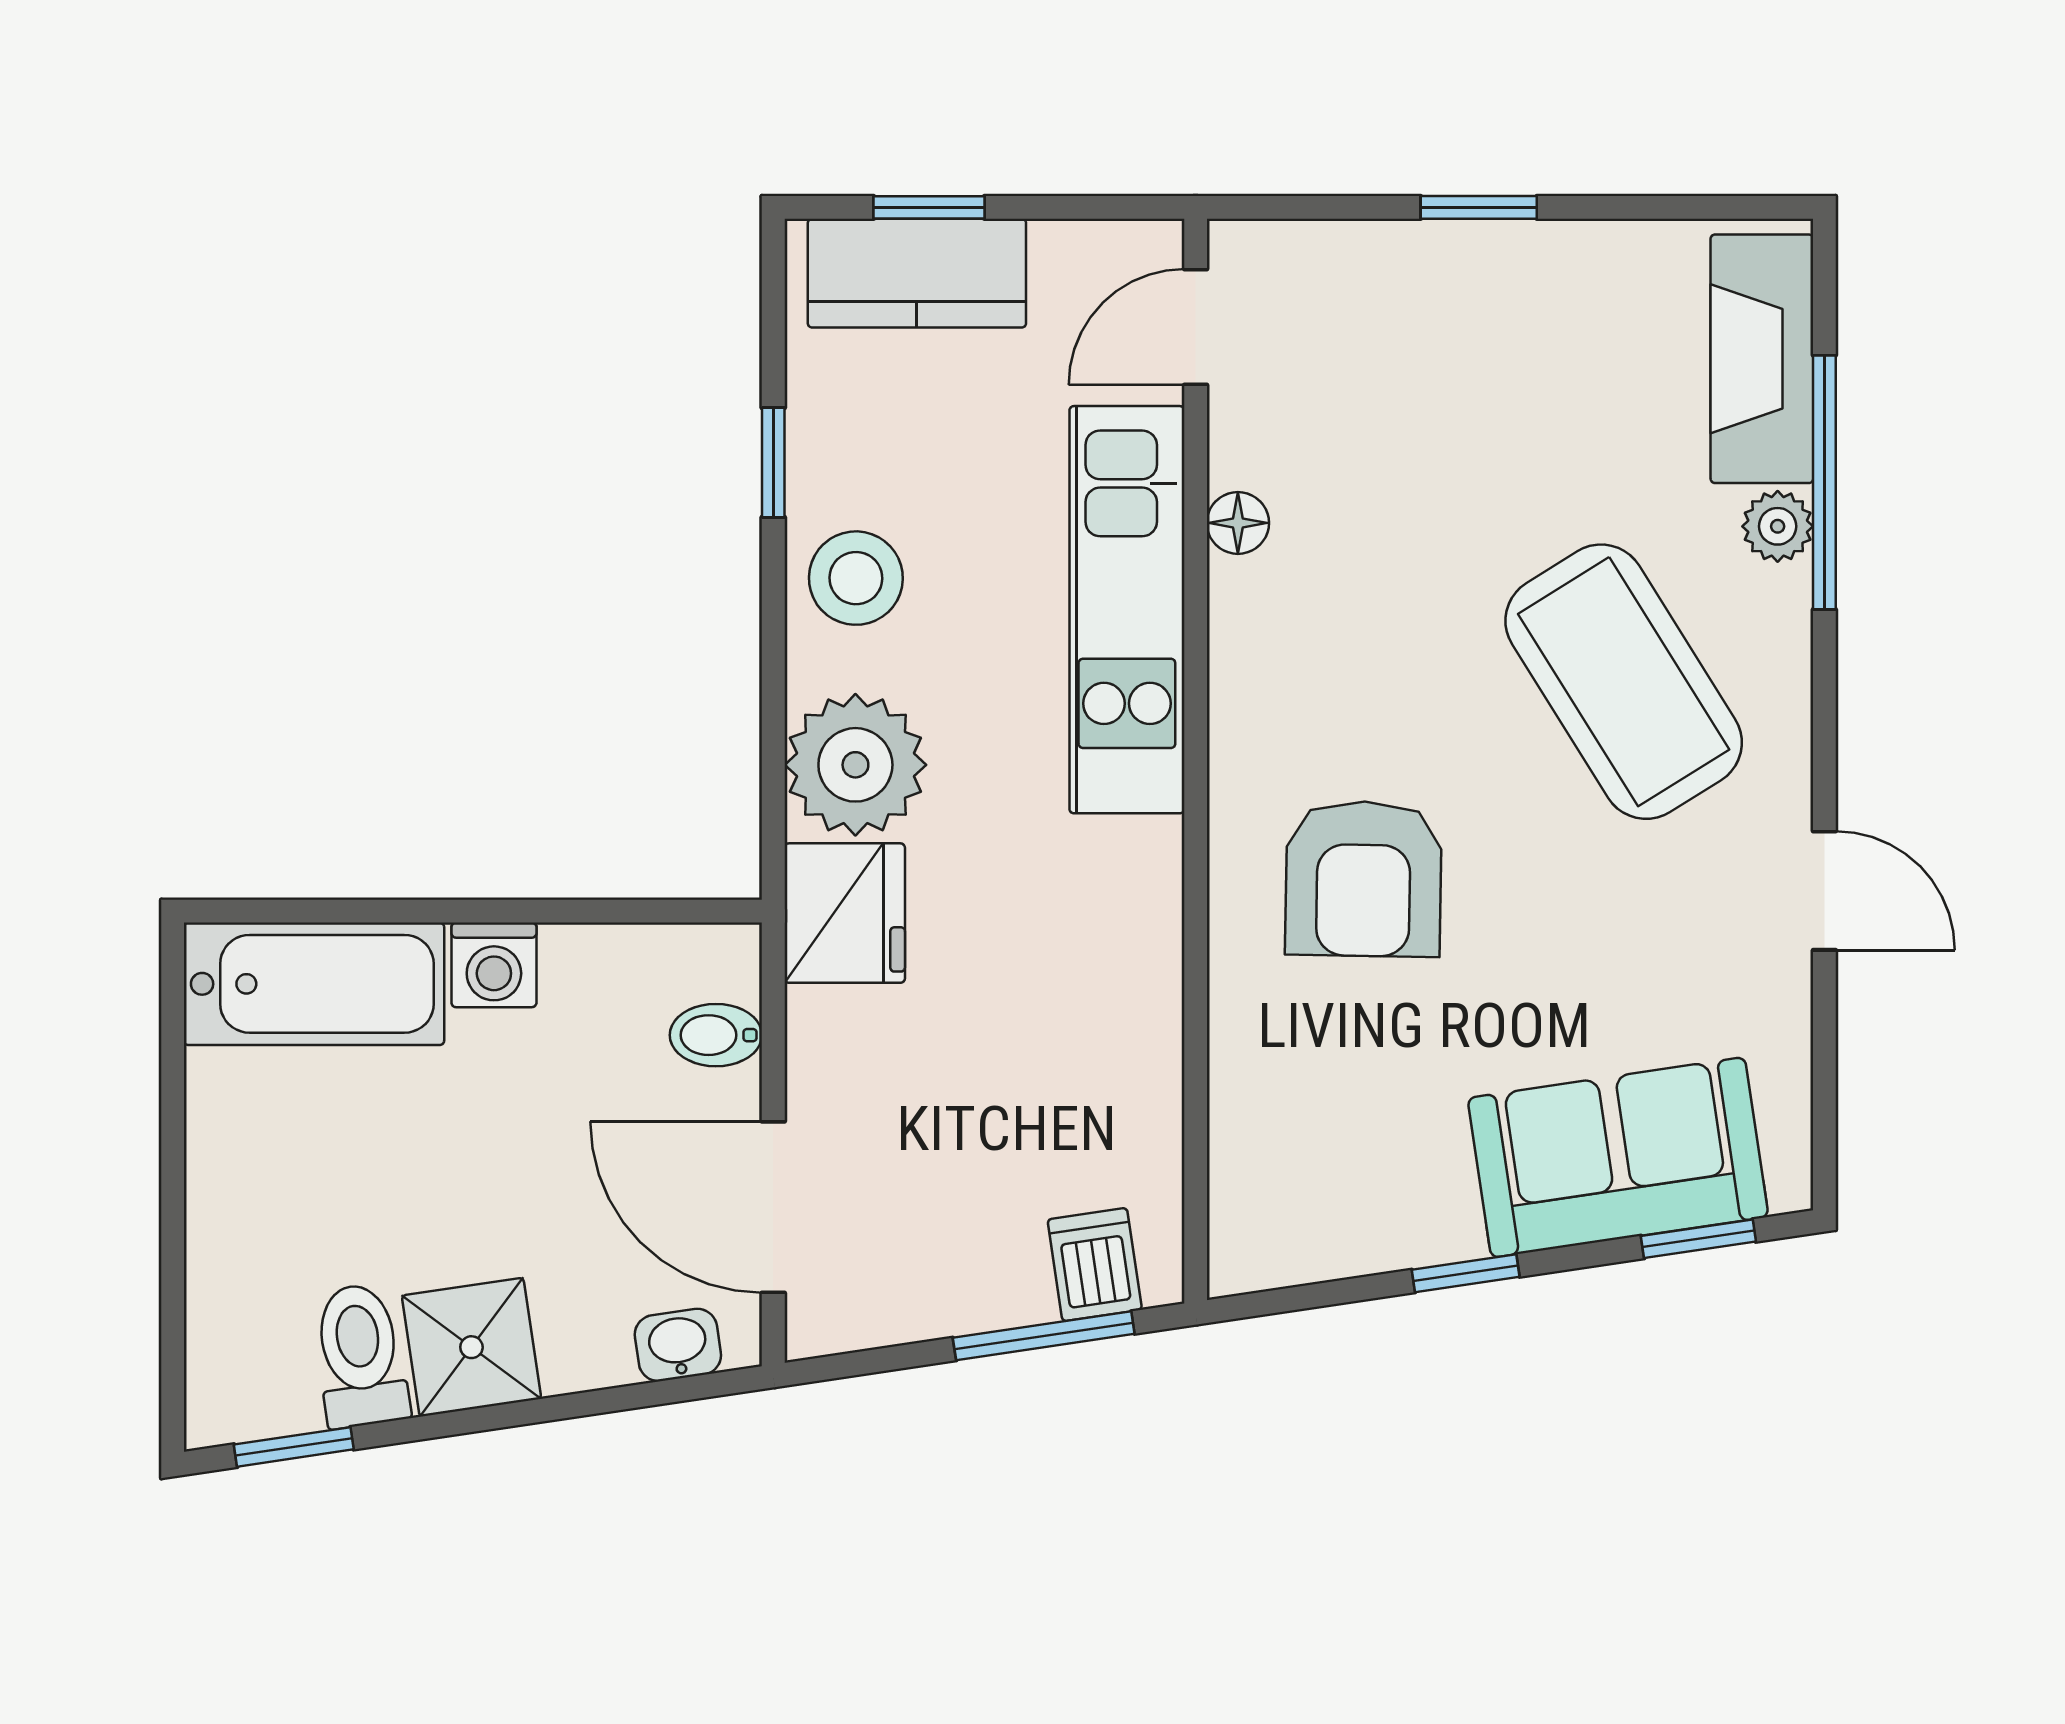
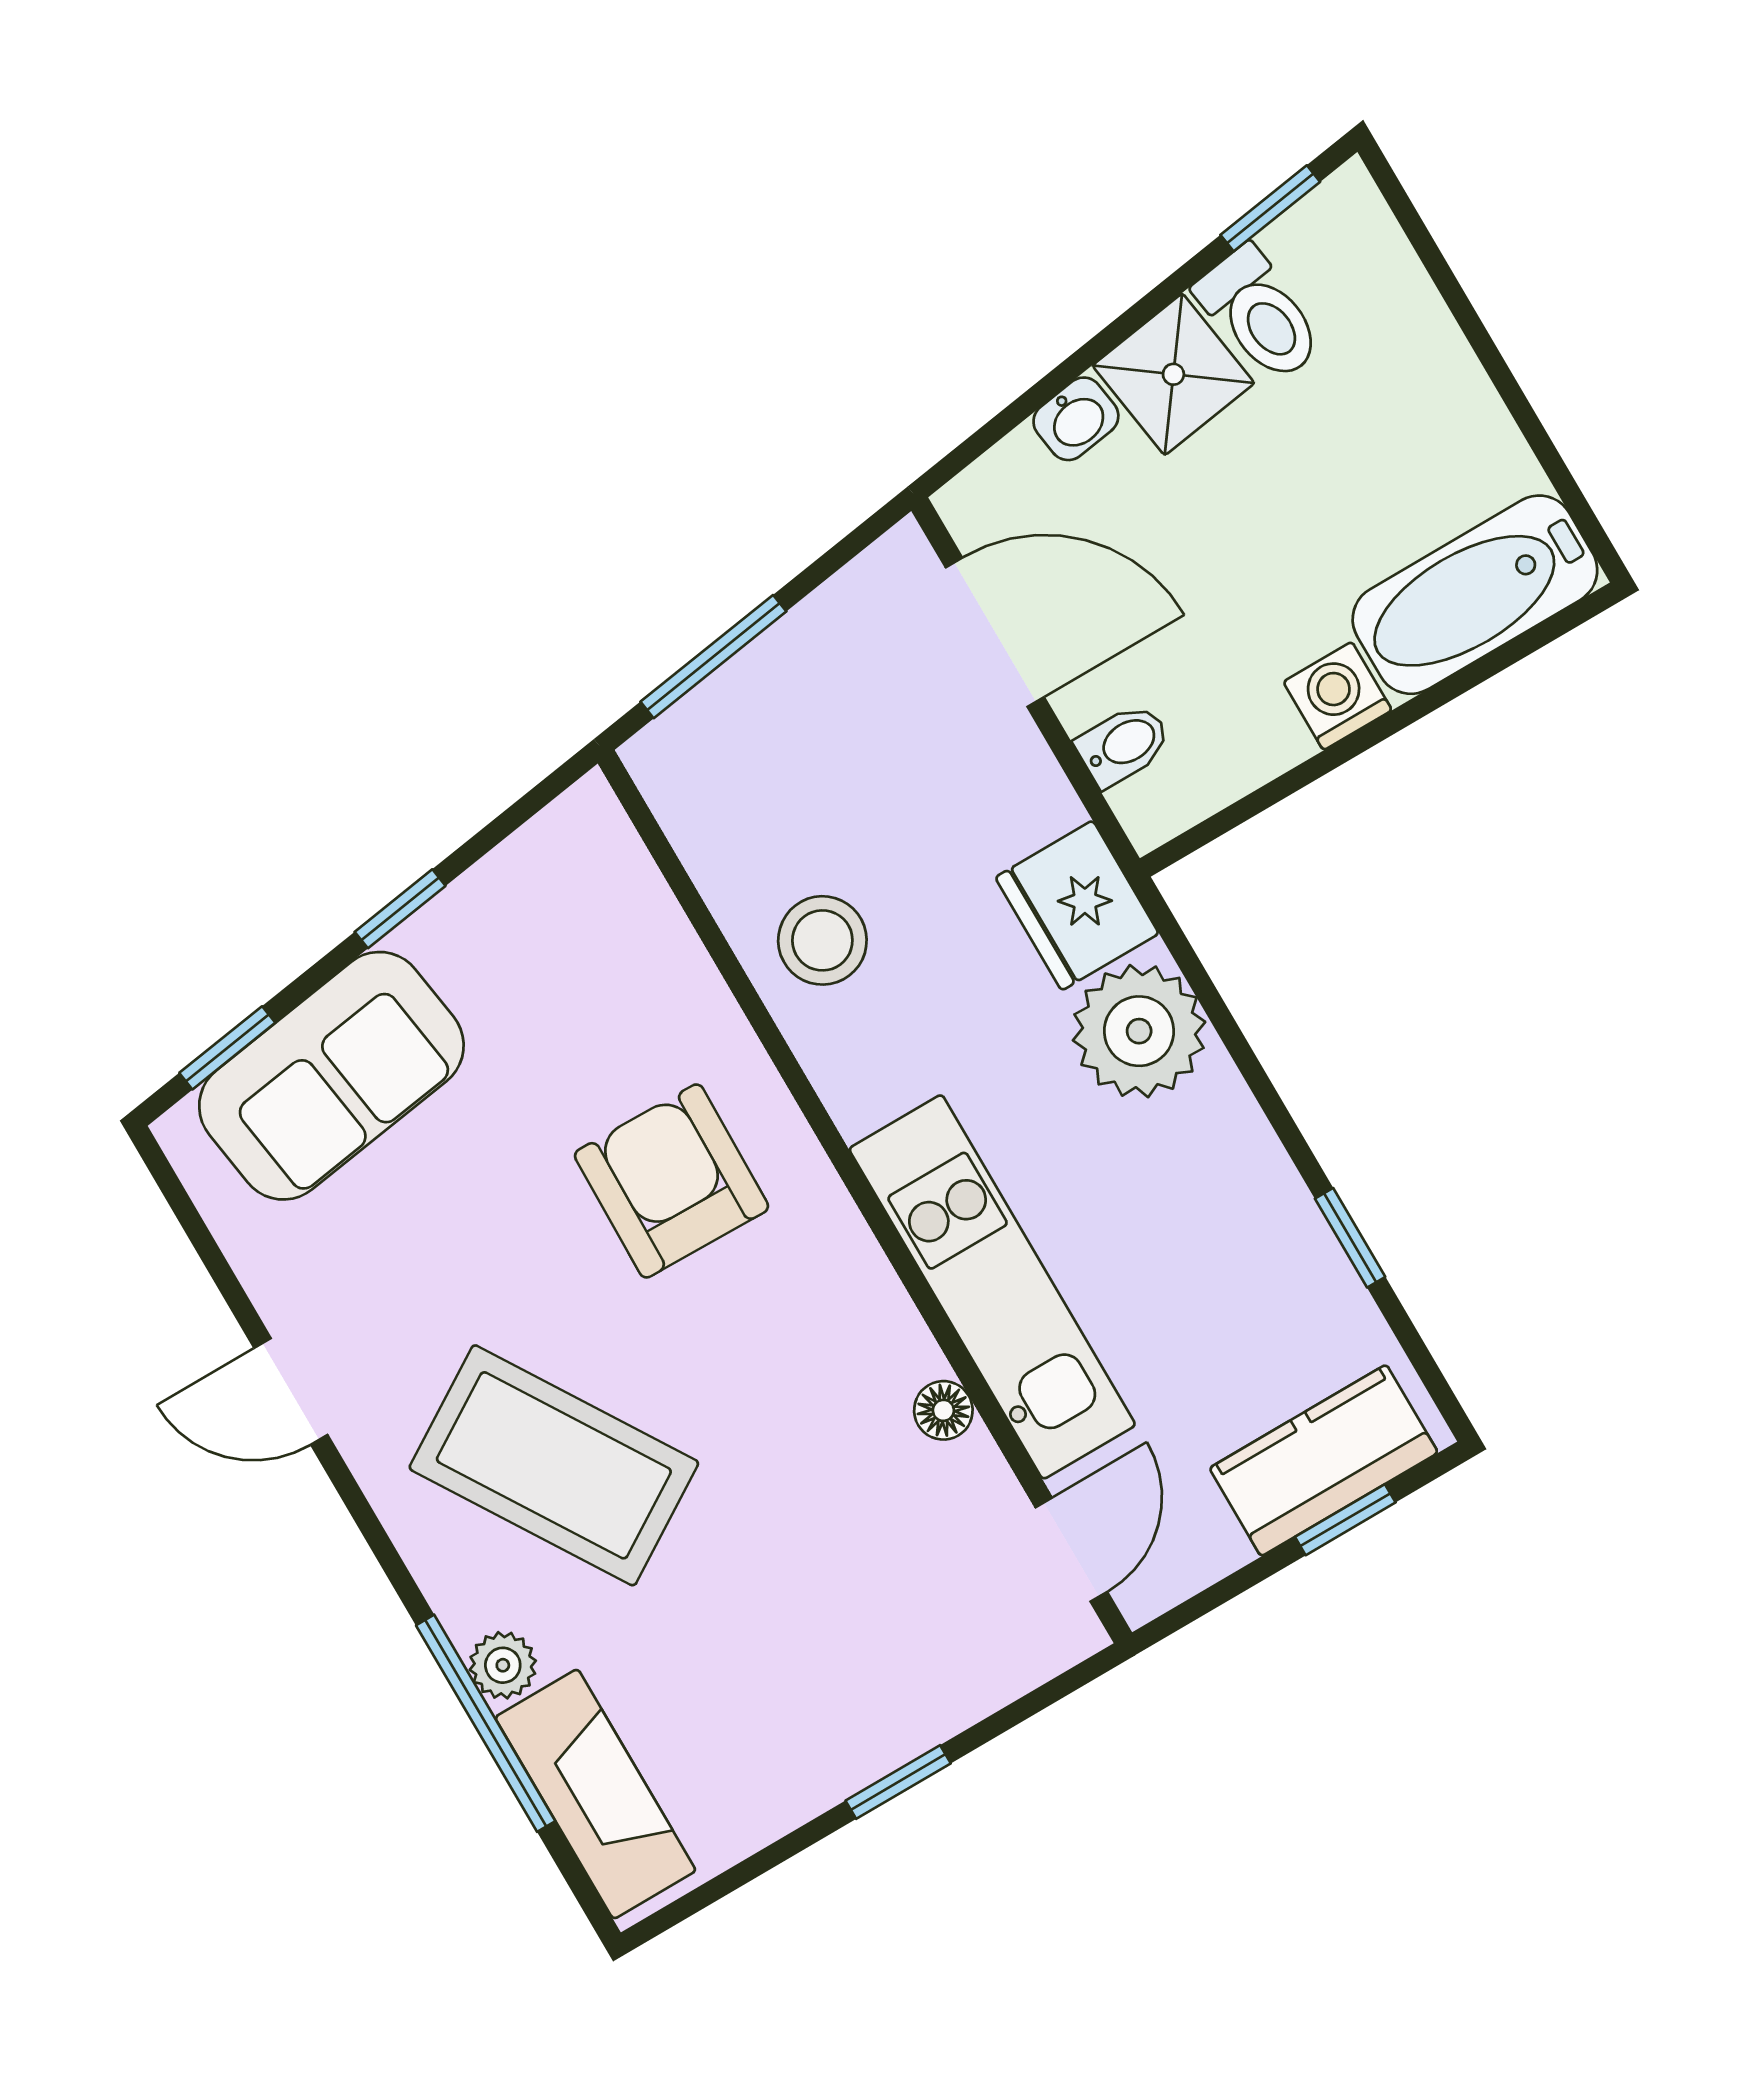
stool: (856, 578) -> (822, 940), moved
dishwasher: (1095, 1265) -> (706, 739), removed
washbasin: (678, 1345) -> (1076, 419), moved

